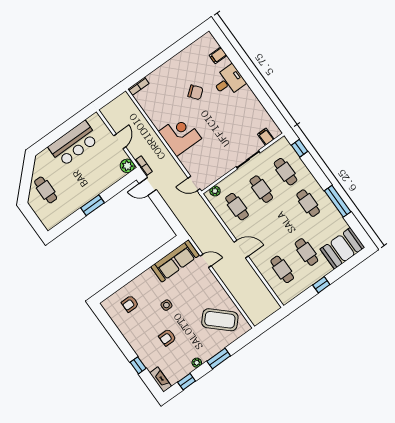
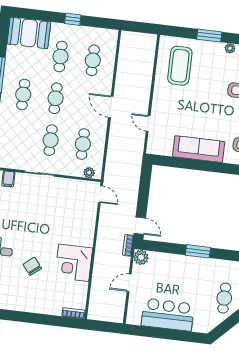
corner desk: (180, 135) -> (74, 263), moved
cafe table: (286, 172) -> (56, 98), moved
sofa: (175, 261) -> (199, 149), moved
side table: (166, 305) -> (212, 117), removed
coffee table: (220, 320) -> (180, 66), turned 47

